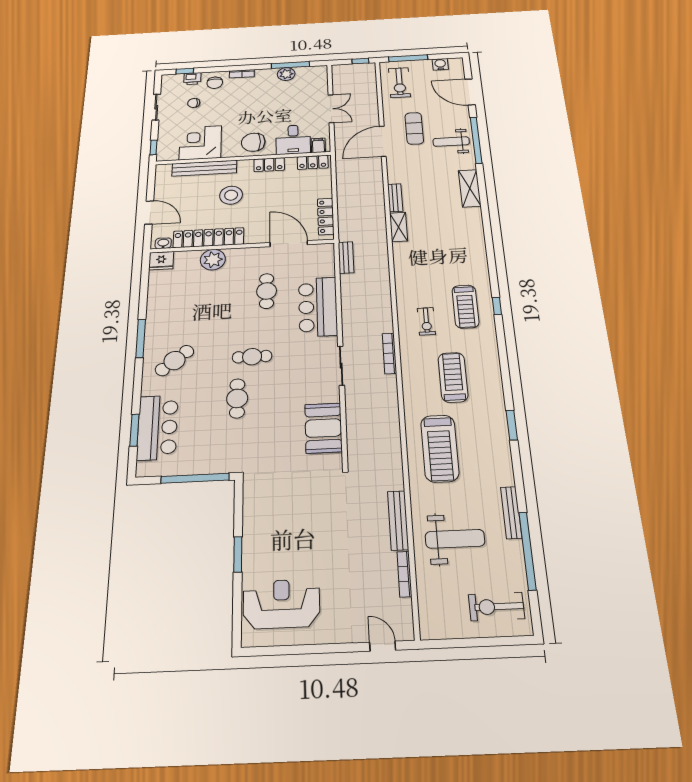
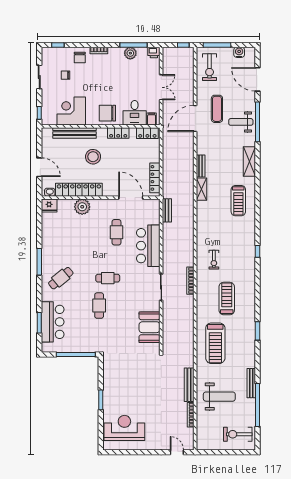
printer: (192, 79) -> (154, 52), moved
treadmill: (465, 307) -> (238, 201), moved

